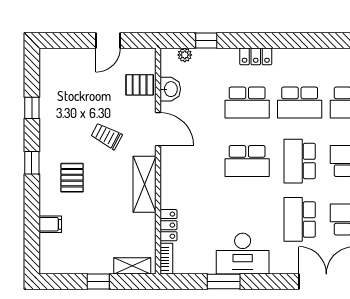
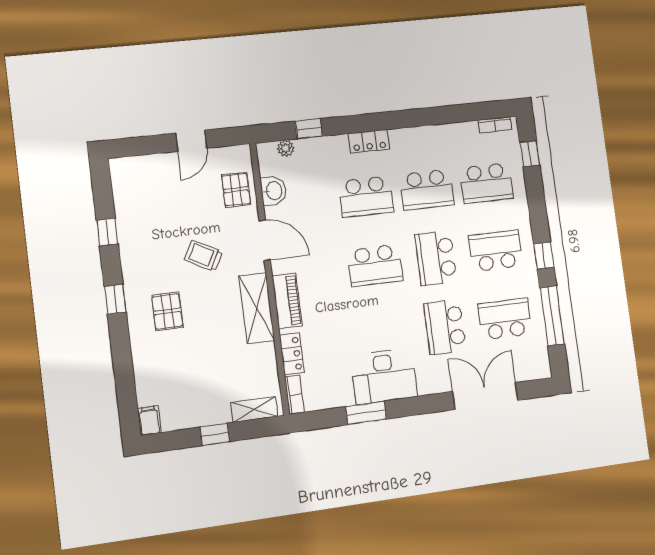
pallet: (140, 85) -> (236, 190), turned 90
piano: (170, 181) -> (287, 301), added
filing cabinet: (50, 224) -> (149, 421), moved, turned -90

